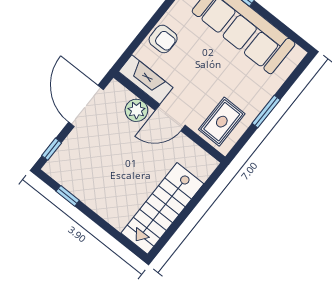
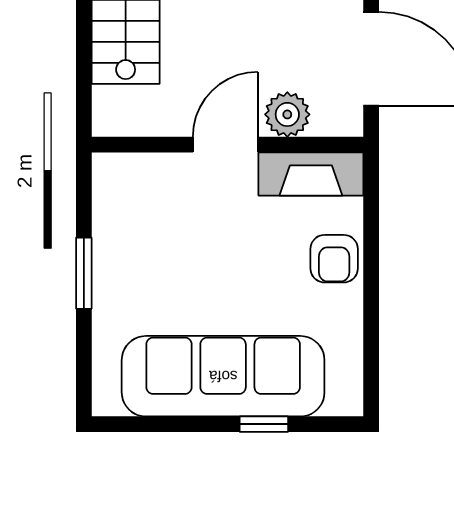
armchair: (163, 39) -> (334, 259), turned -90
rug: (222, 122) -> (140, 203), removed

